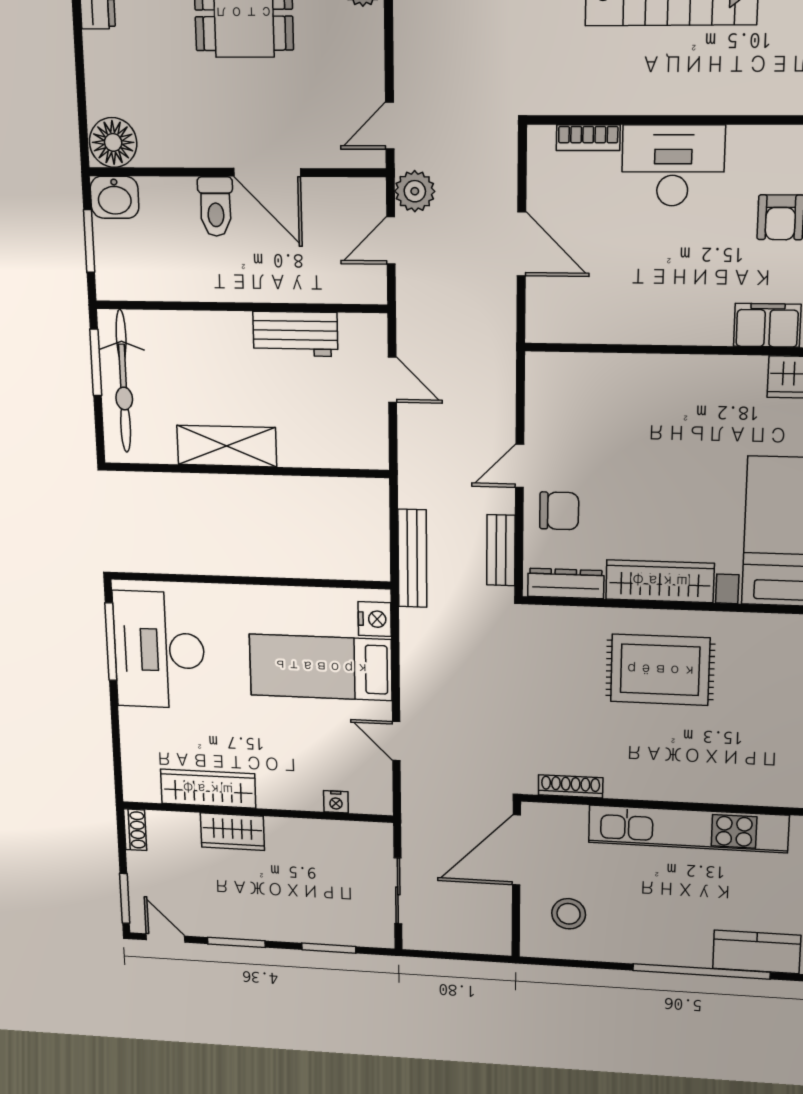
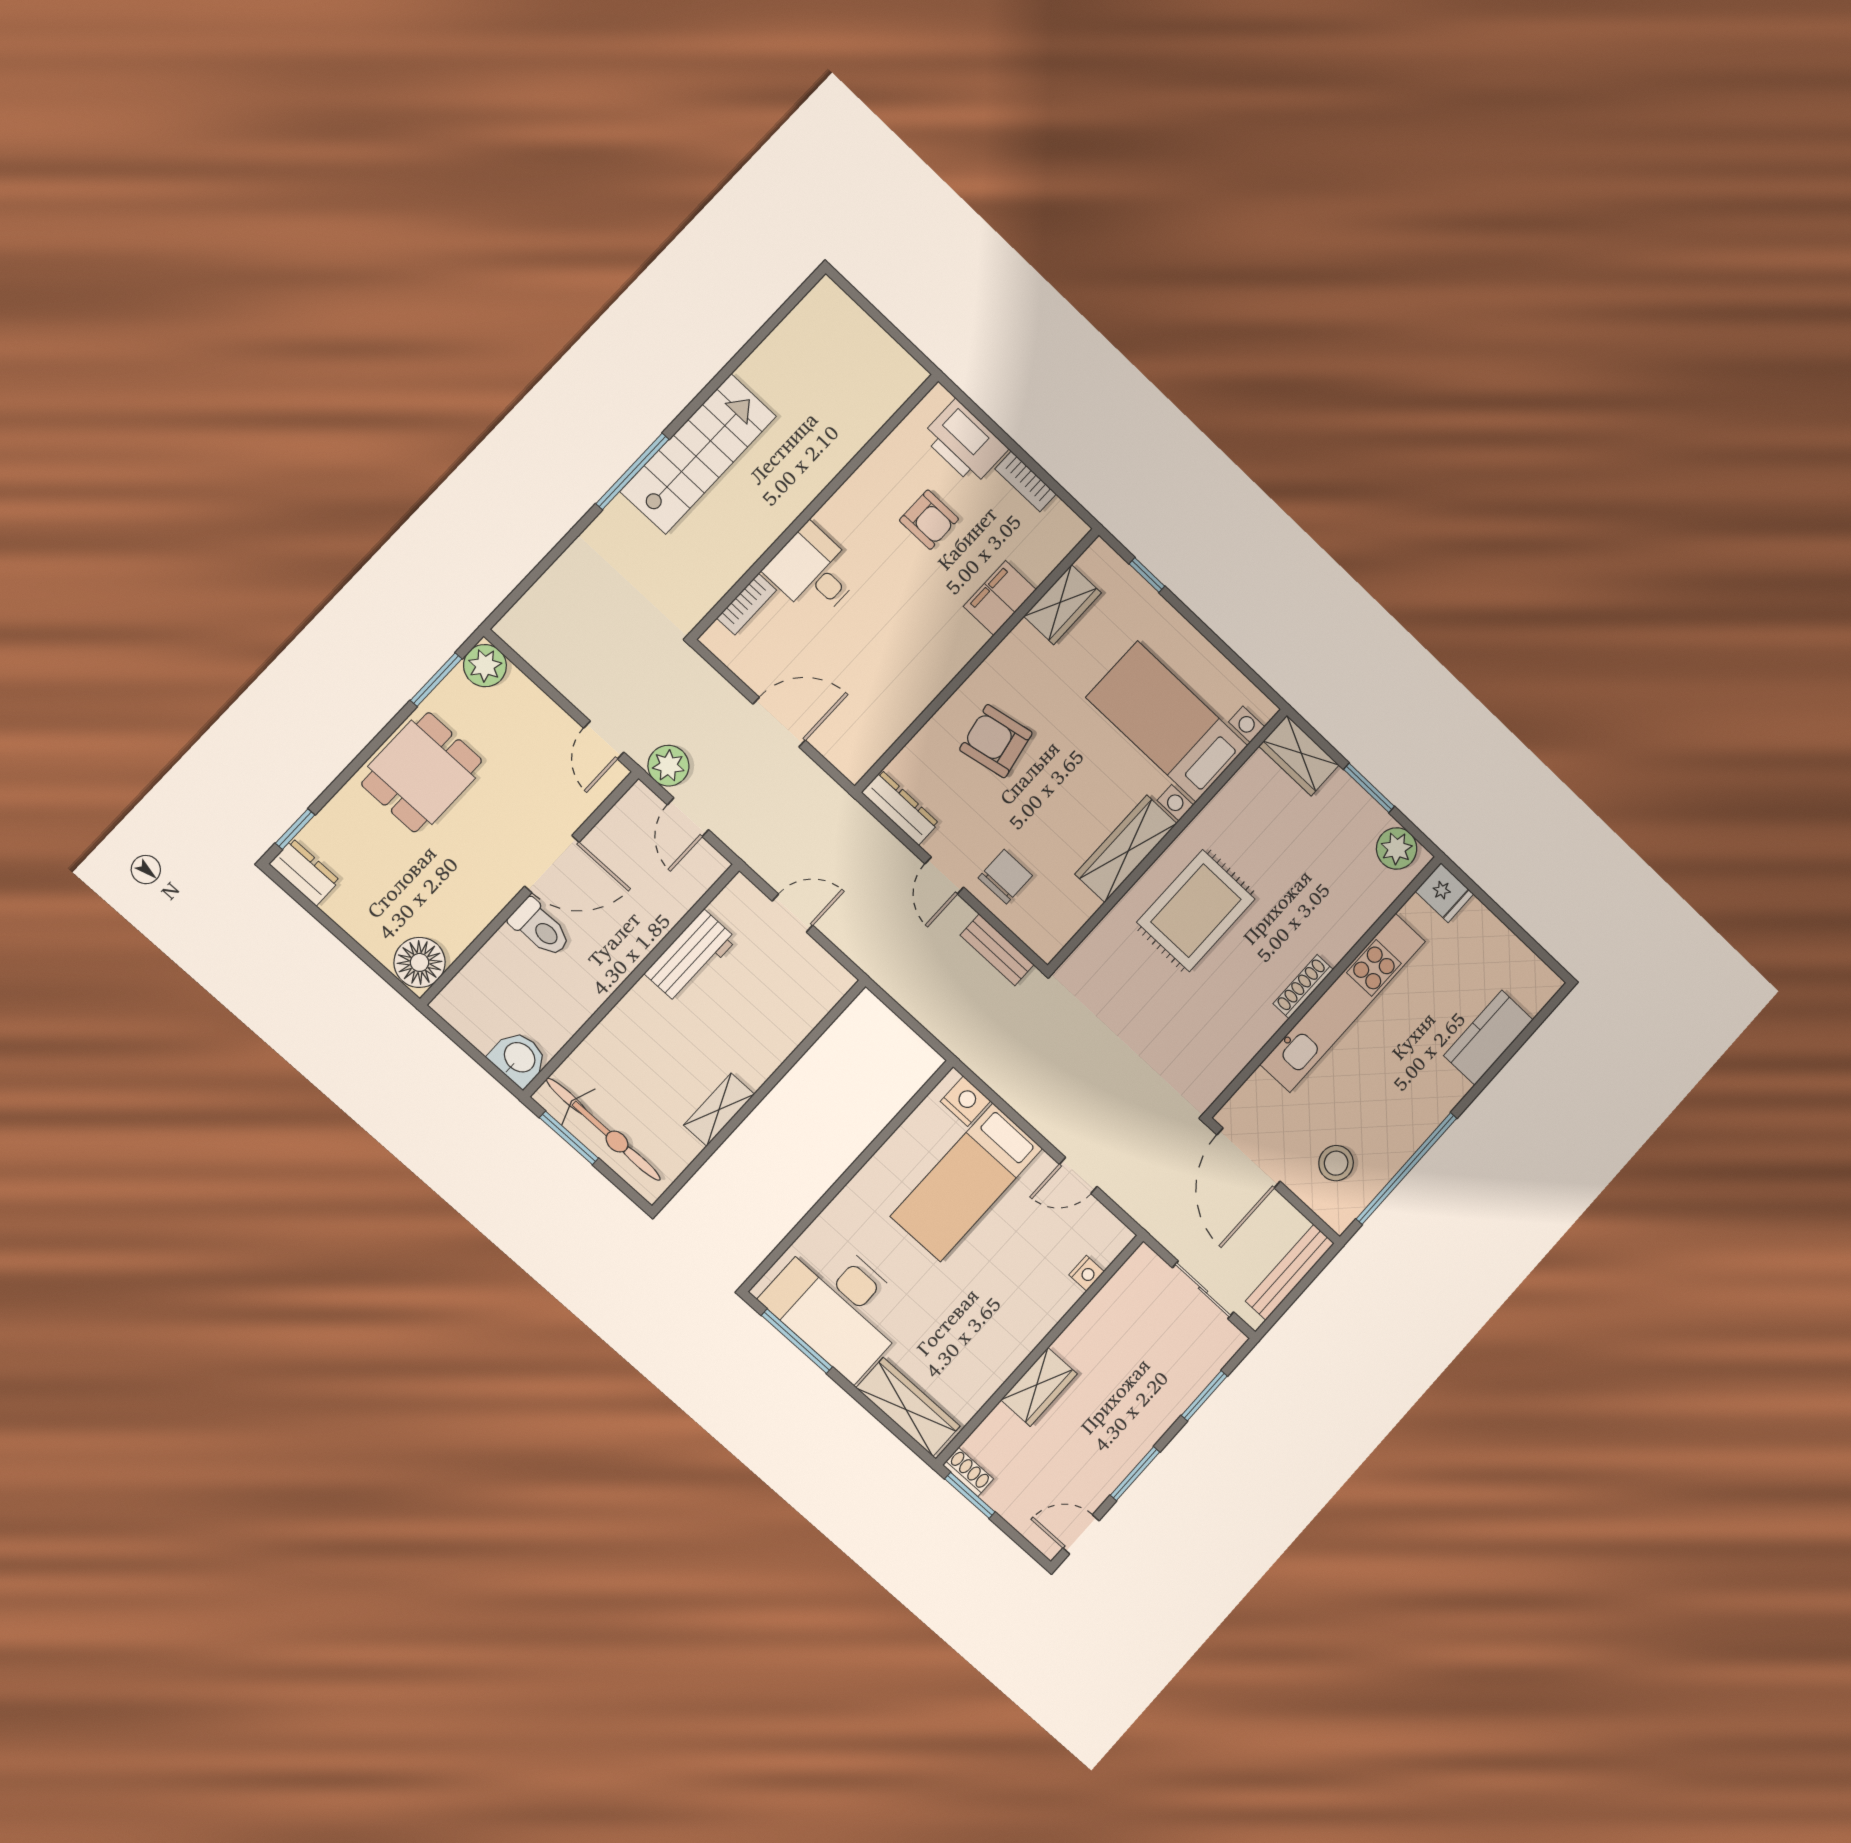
desk: (673, 166) -> (813, 572), width x0.73
washbasin: (115, 197) -> (519, 1058), moved, turned -90
window: (89, 241) -> (474, 1053), removed
armchair: (654, 418) -> (996, 741), added
shelving: (227, 446) -> (719, 1110), width x0.67, depth x0.75
bench: (412, 558) -> (1290, 1272), moved, turned 90
dresser: (566, 583) -> (900, 808), moved, turned 90
shoe rack: (571, 786) -> (1303, 987), moved
wardrobe: (208, 789) -> (908, 1407), moved, turned 90
window: (125, 898) -> (970, 1495), moved
window: (701, 971) -> (1406, 1168), moved

